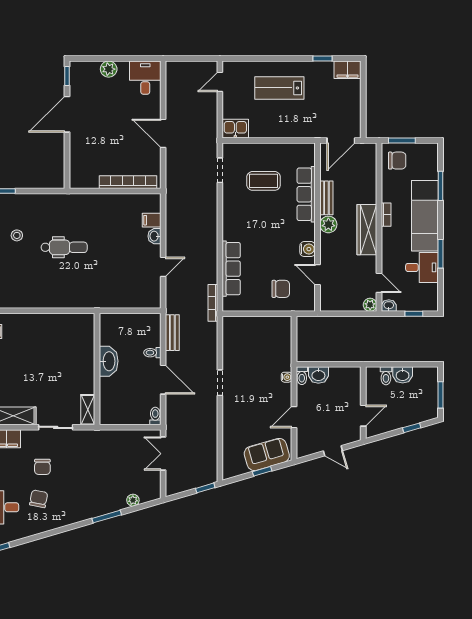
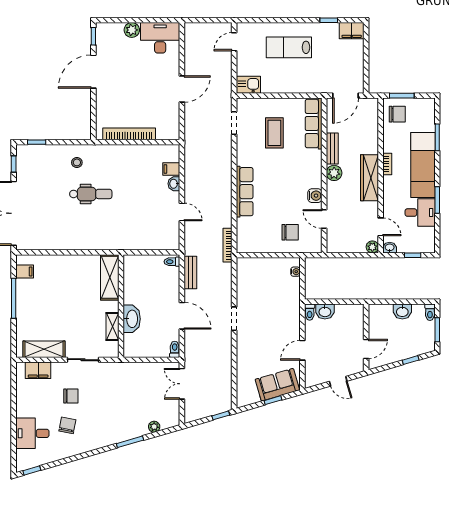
desk: (145, 78) -> (160, 38), width x1.37
door: (163, 133) -> (182, 89), swing flipped
coffee table: (264, 181) -> (274, 133), turned 90
bookcase: (128, 182) -> (129, 134), moved
row of seats: (306, 194) -> (314, 124), moved
stool: (17, 235) -> (77, 162), moved
door: (163, 267) -> (182, 212), hinge flipped
row of seats: (231, 269) -> (245, 192), moved
shelving: (85, 338) -> (110, 277), added
toilet: (152, 353) -> (172, 262), moved
washbasin: (109, 361) -> (132, 319), moved
toilet: (386, 376) -> (430, 312), moved
water cooler: (286, 377) -> (295, 272), moved
shelving: (88, 410) -> (112, 326), moved
chair: (42, 467) -> (71, 396), turned -90

